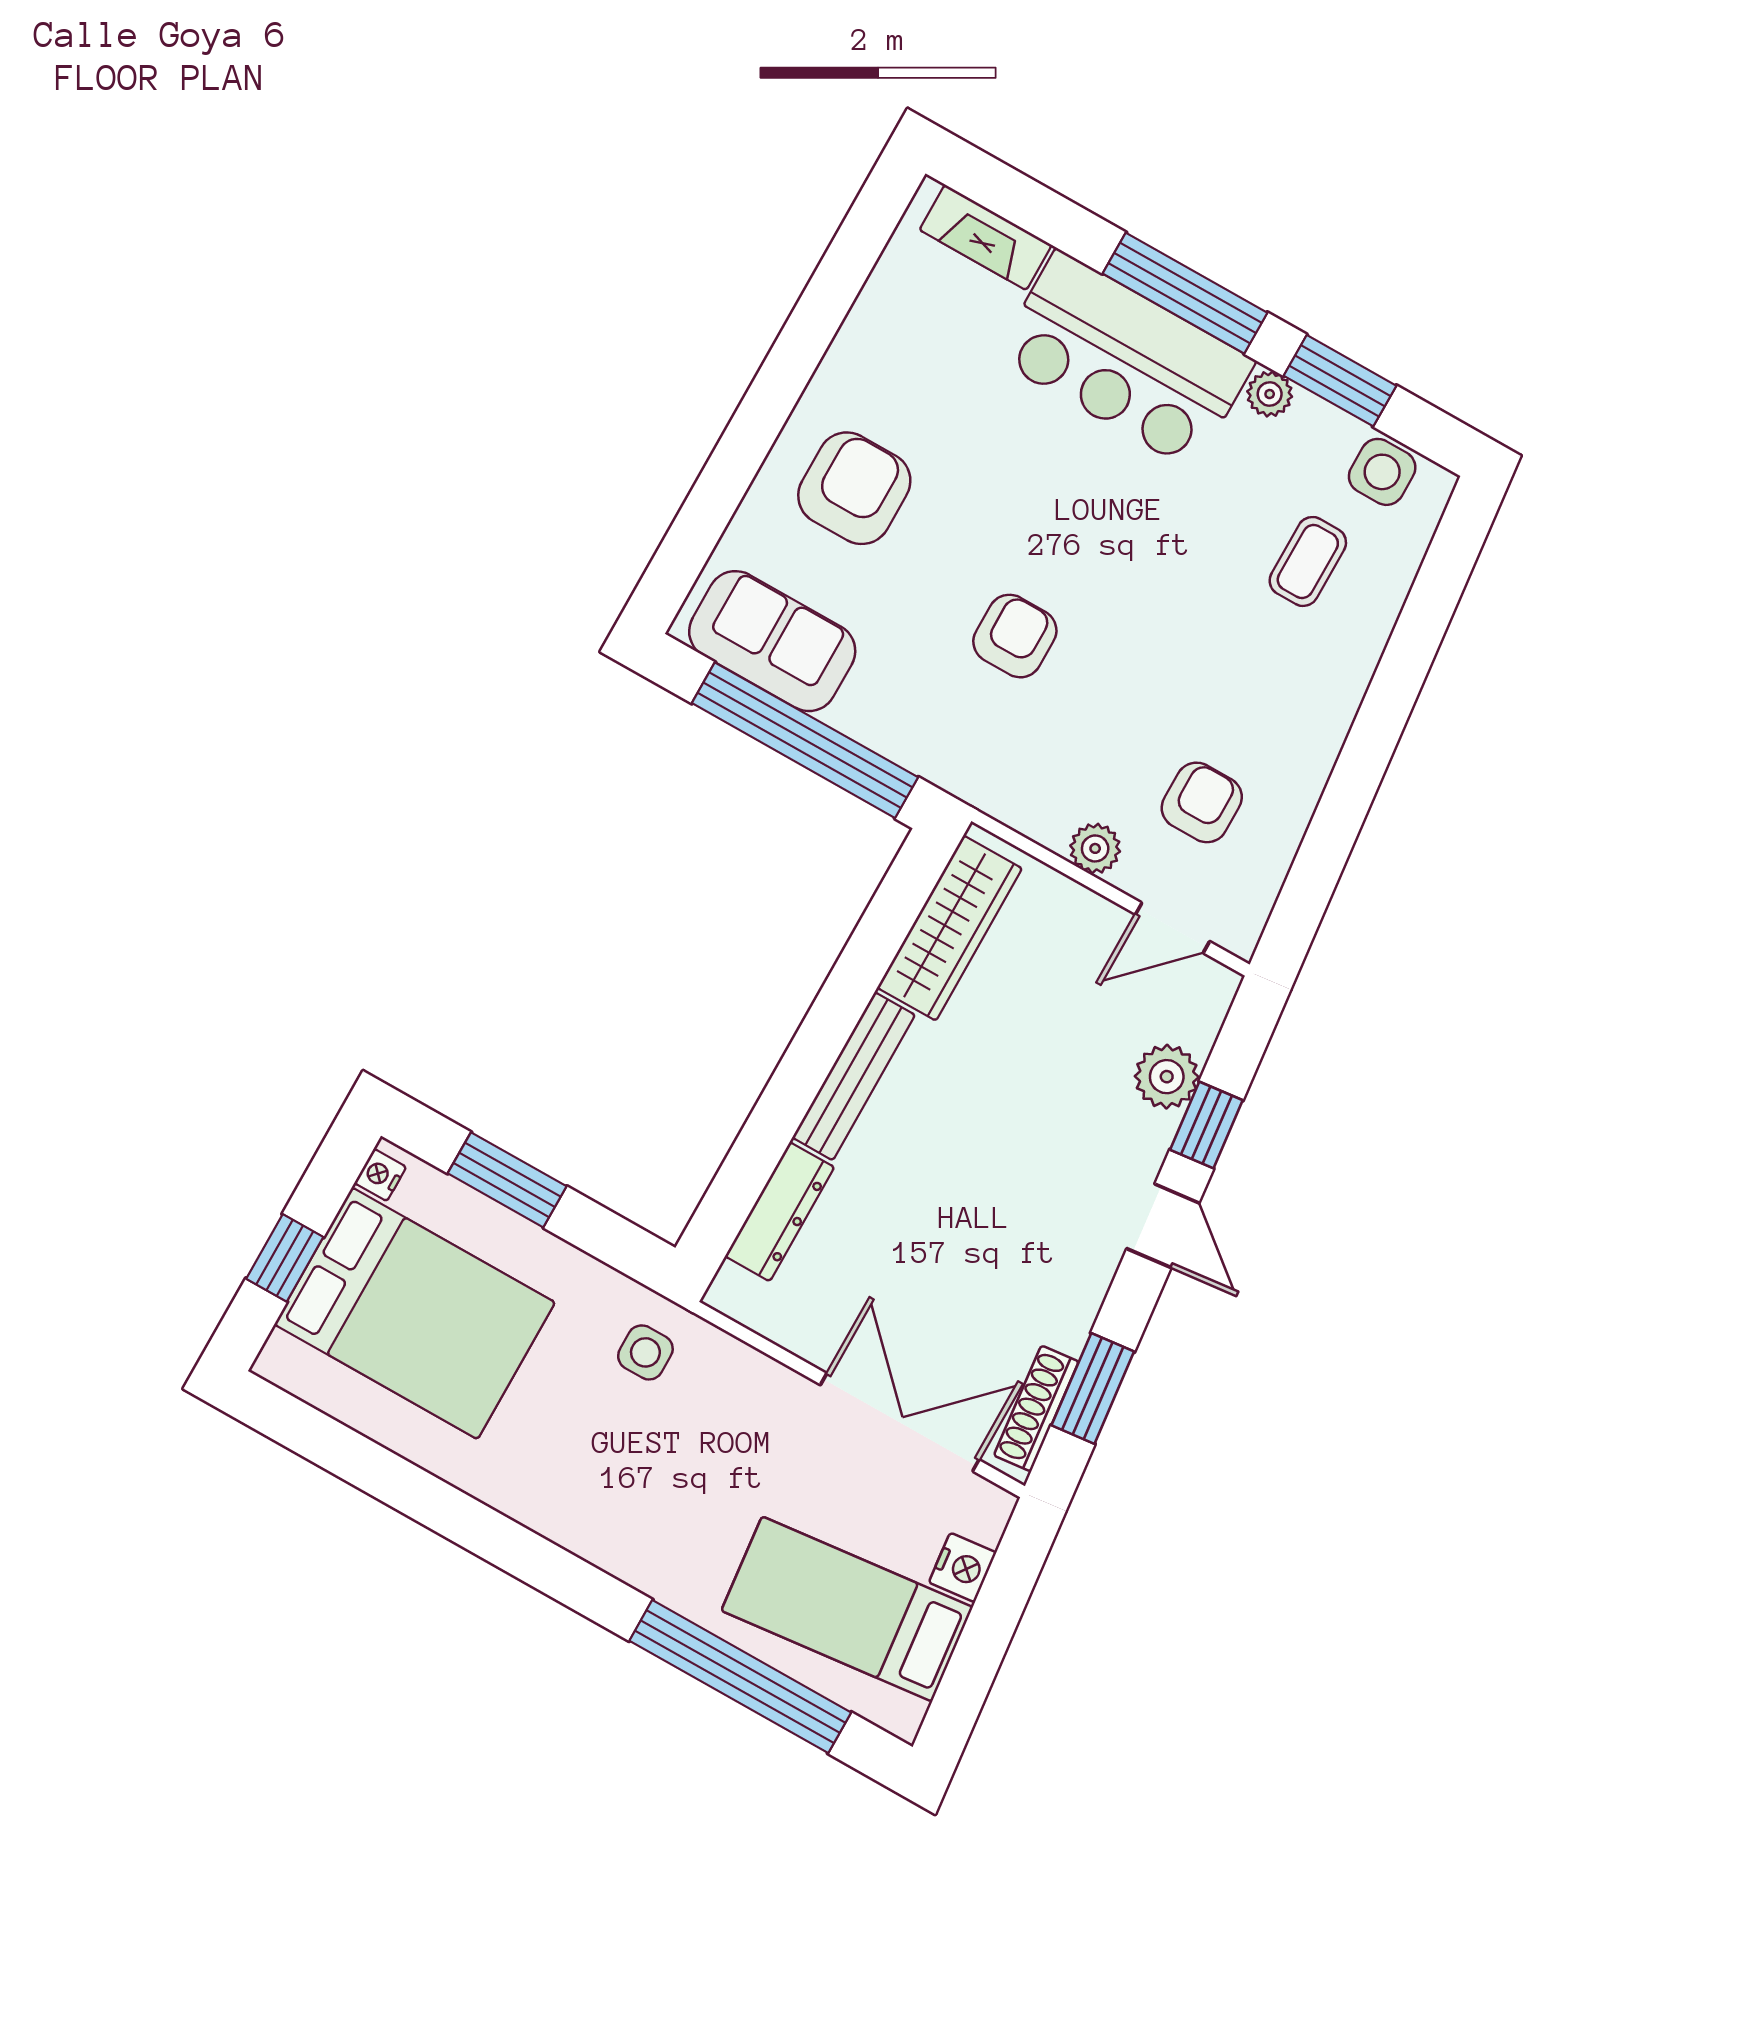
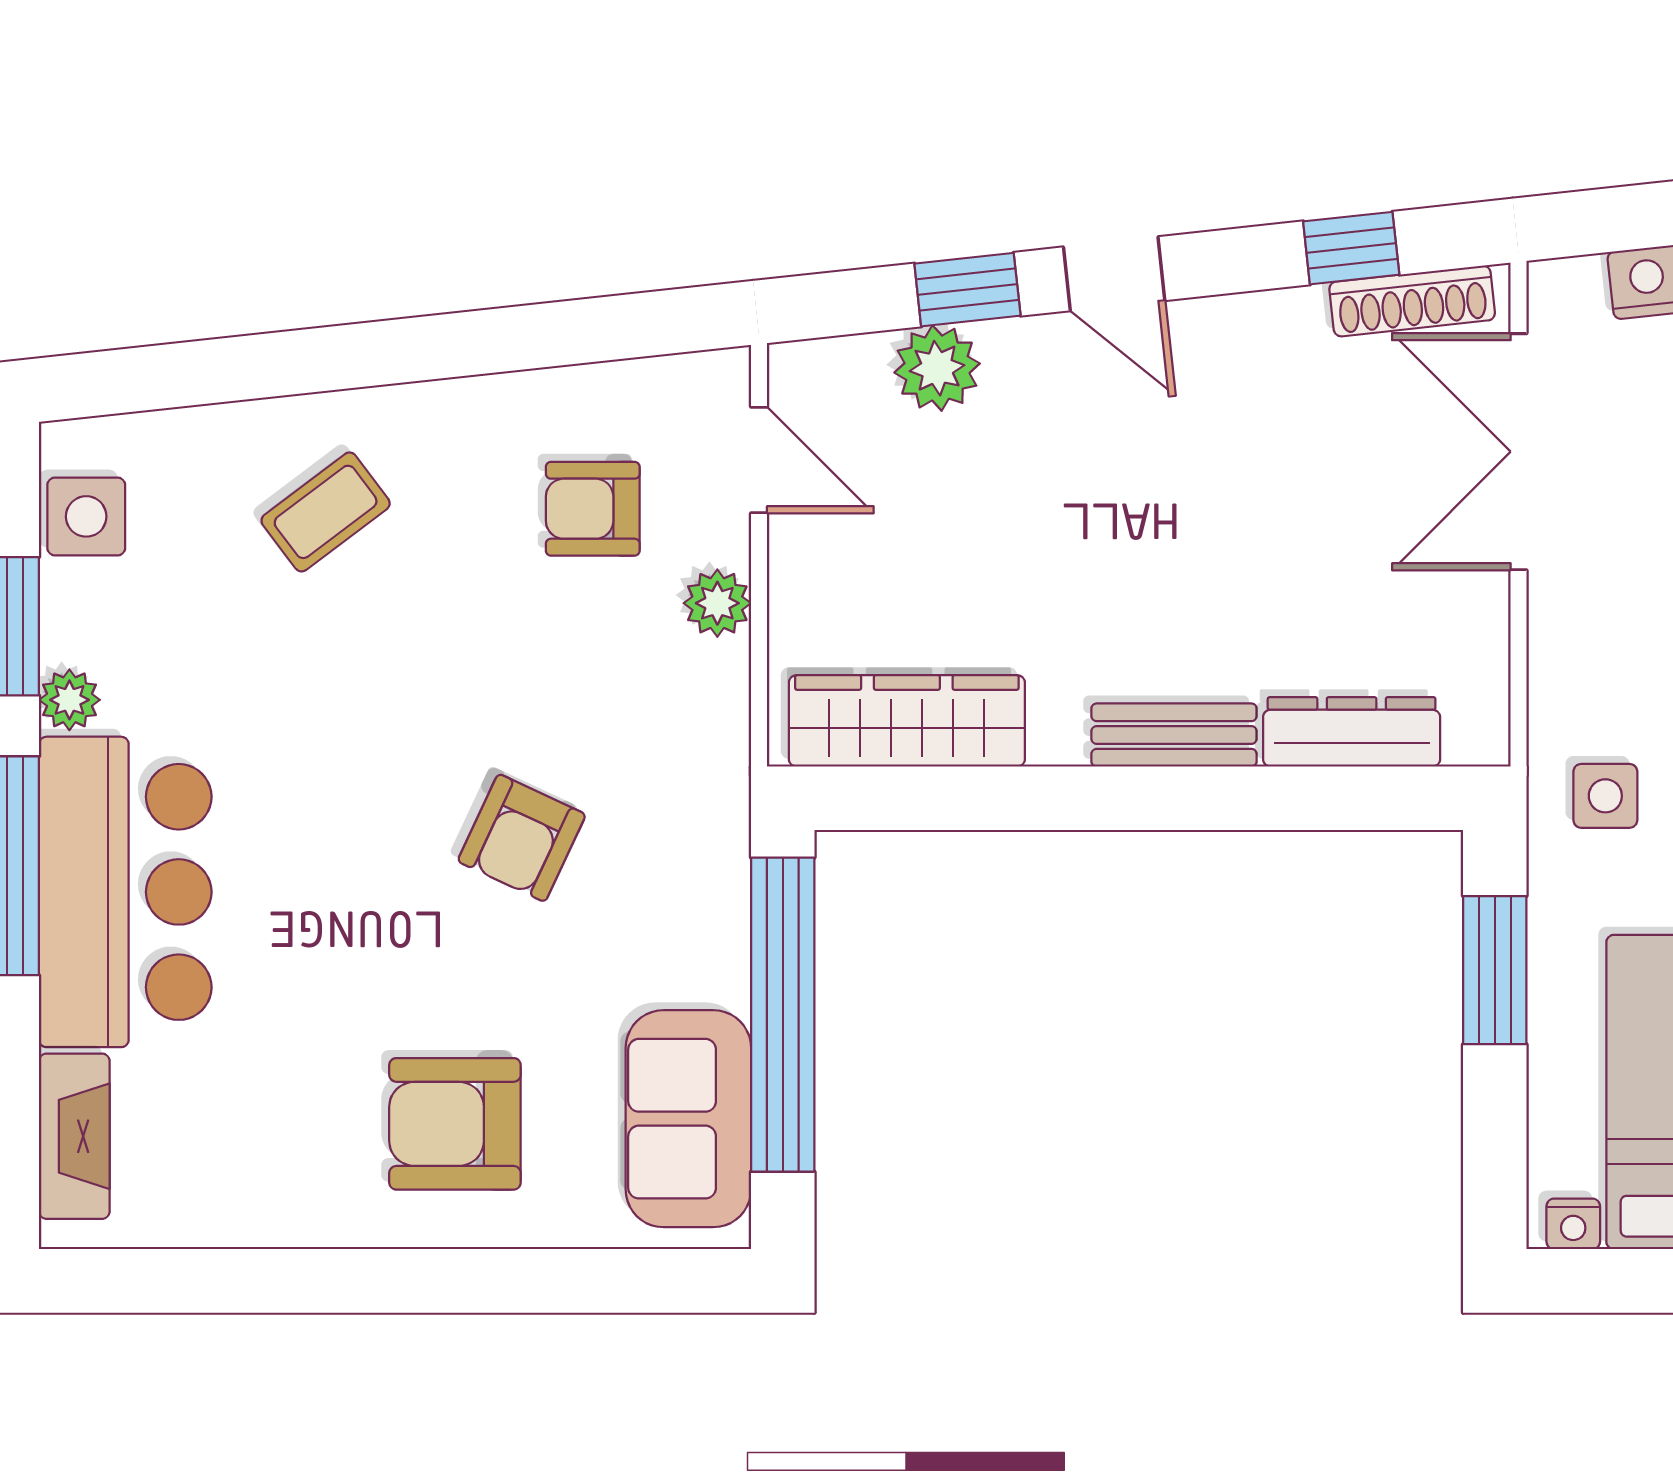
coffee table: (1308, 561) -> (326, 512), moved, turned -37
armchair: (1015, 636) -> (522, 838), turned -65
bench: (854, 1076) -> (1174, 735), width x0.73
window: (507, 1180) -> (1495, 970), moved
door: (1163, 1226) -> (1114, 274), swing flipped
window: (1093, 1388) -> (1351, 248), width x0.67

